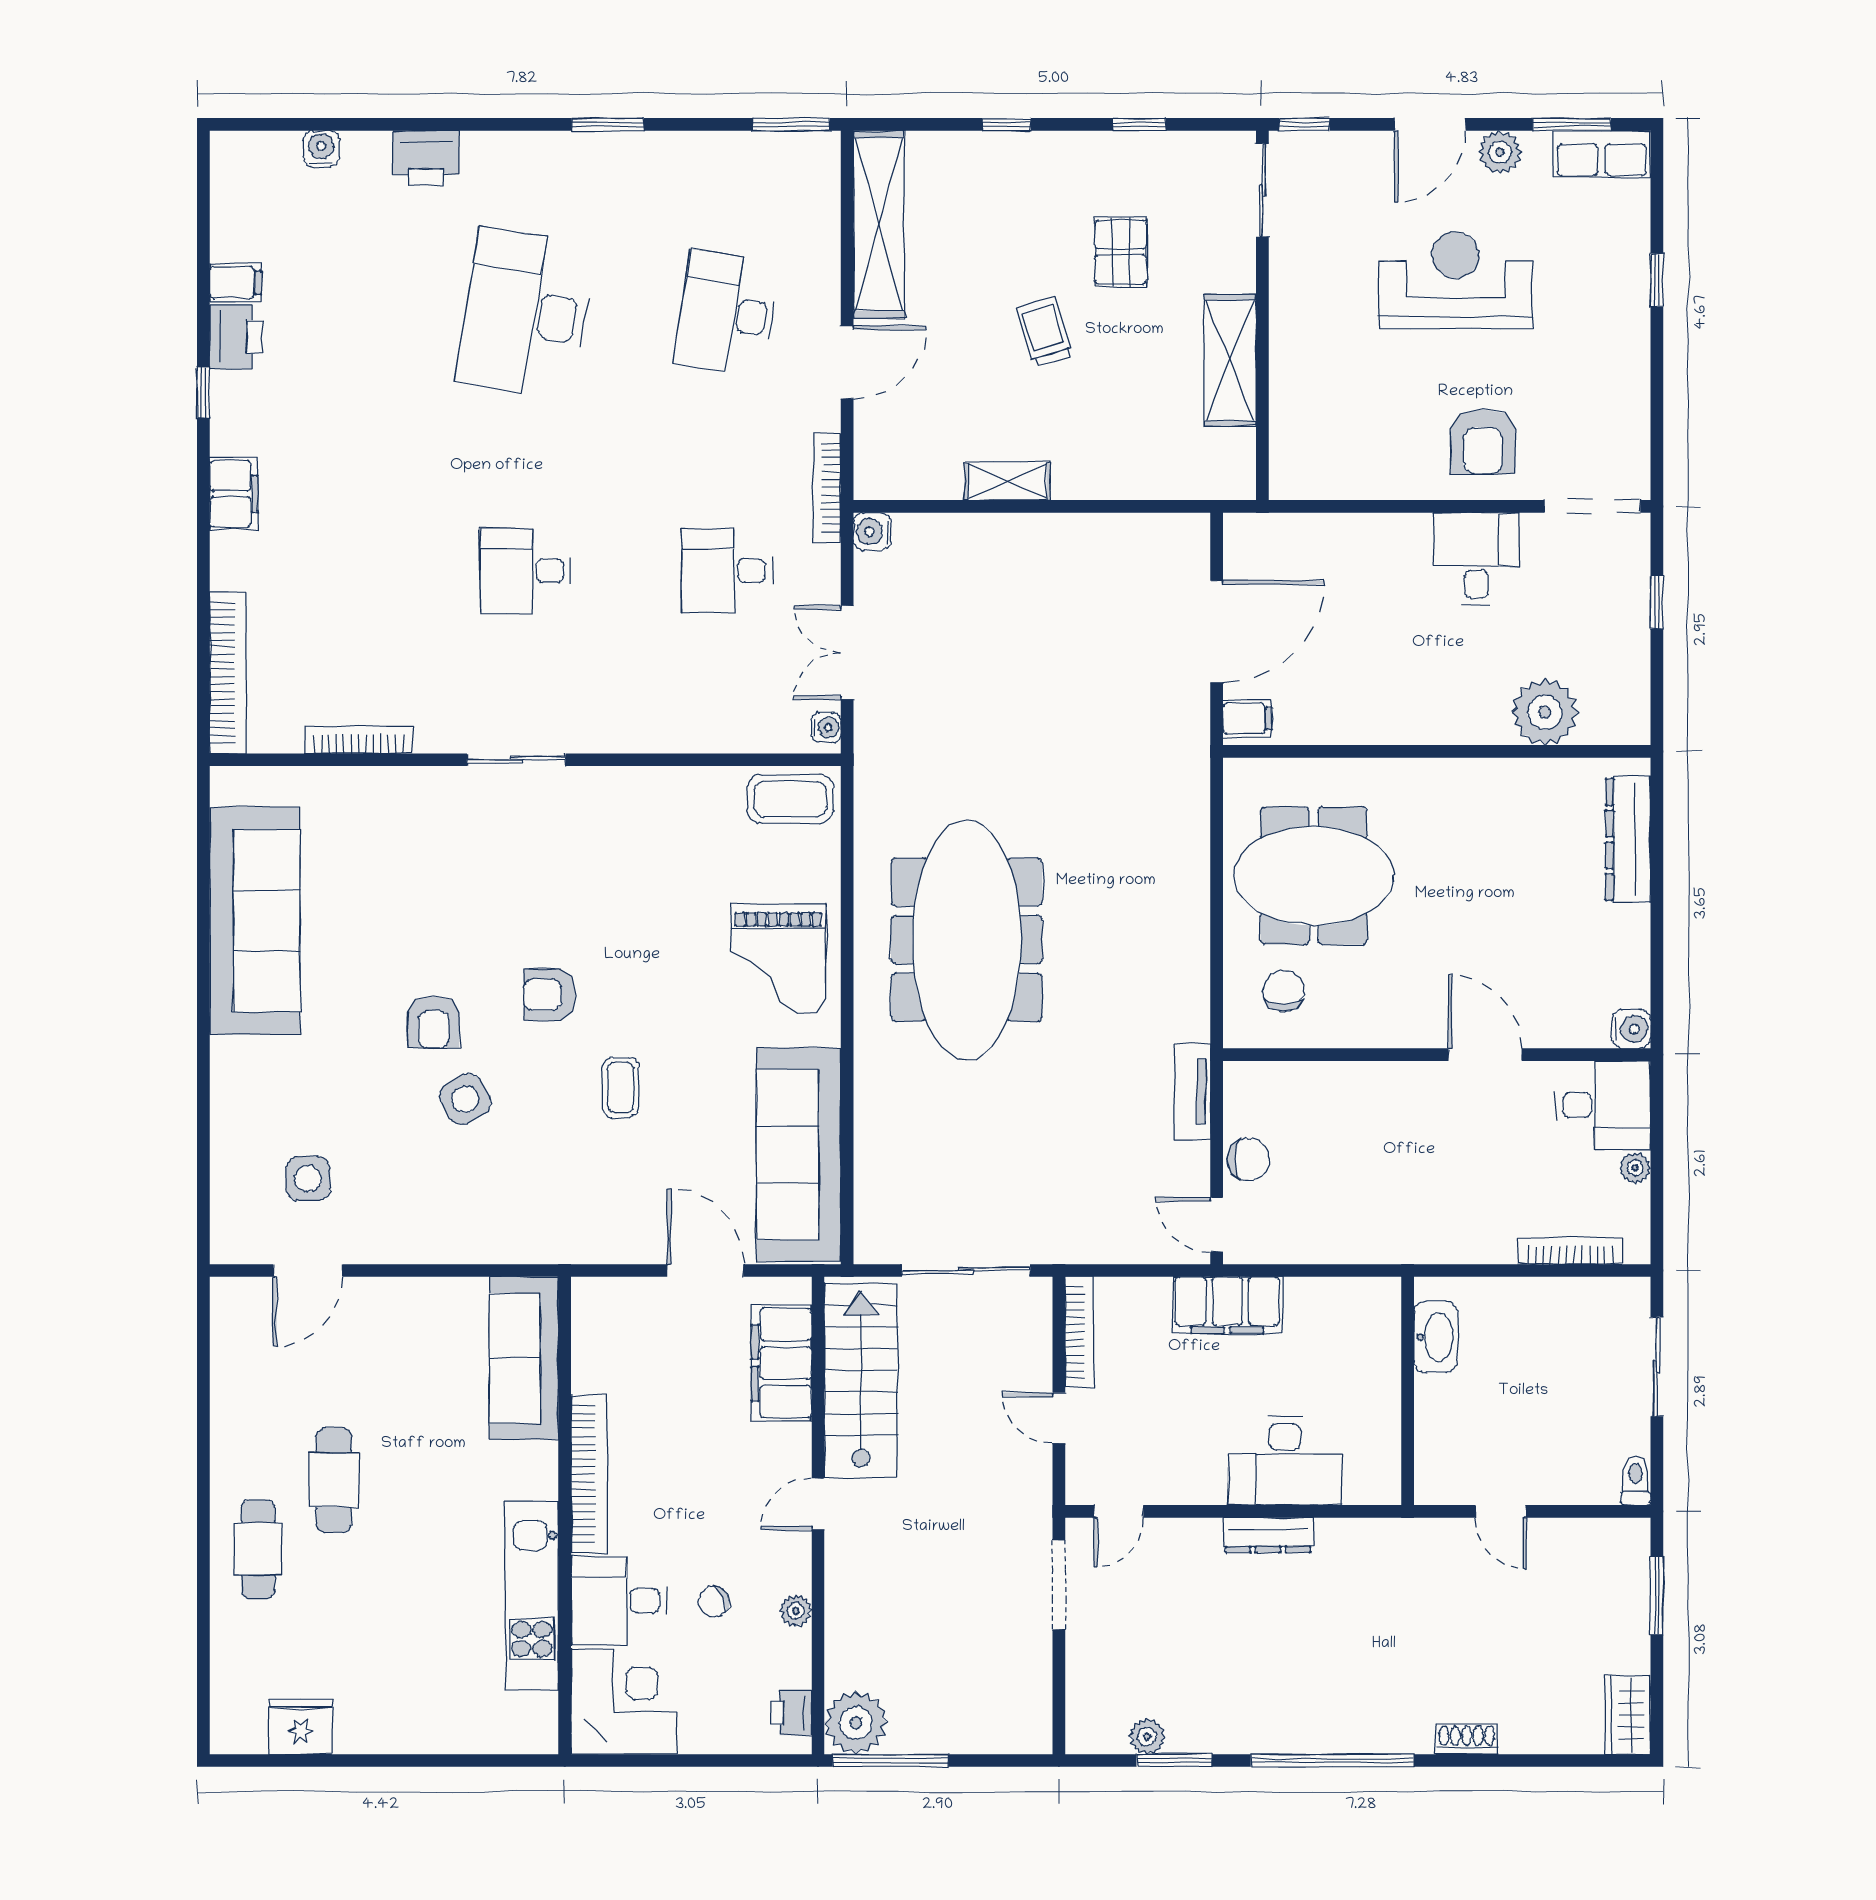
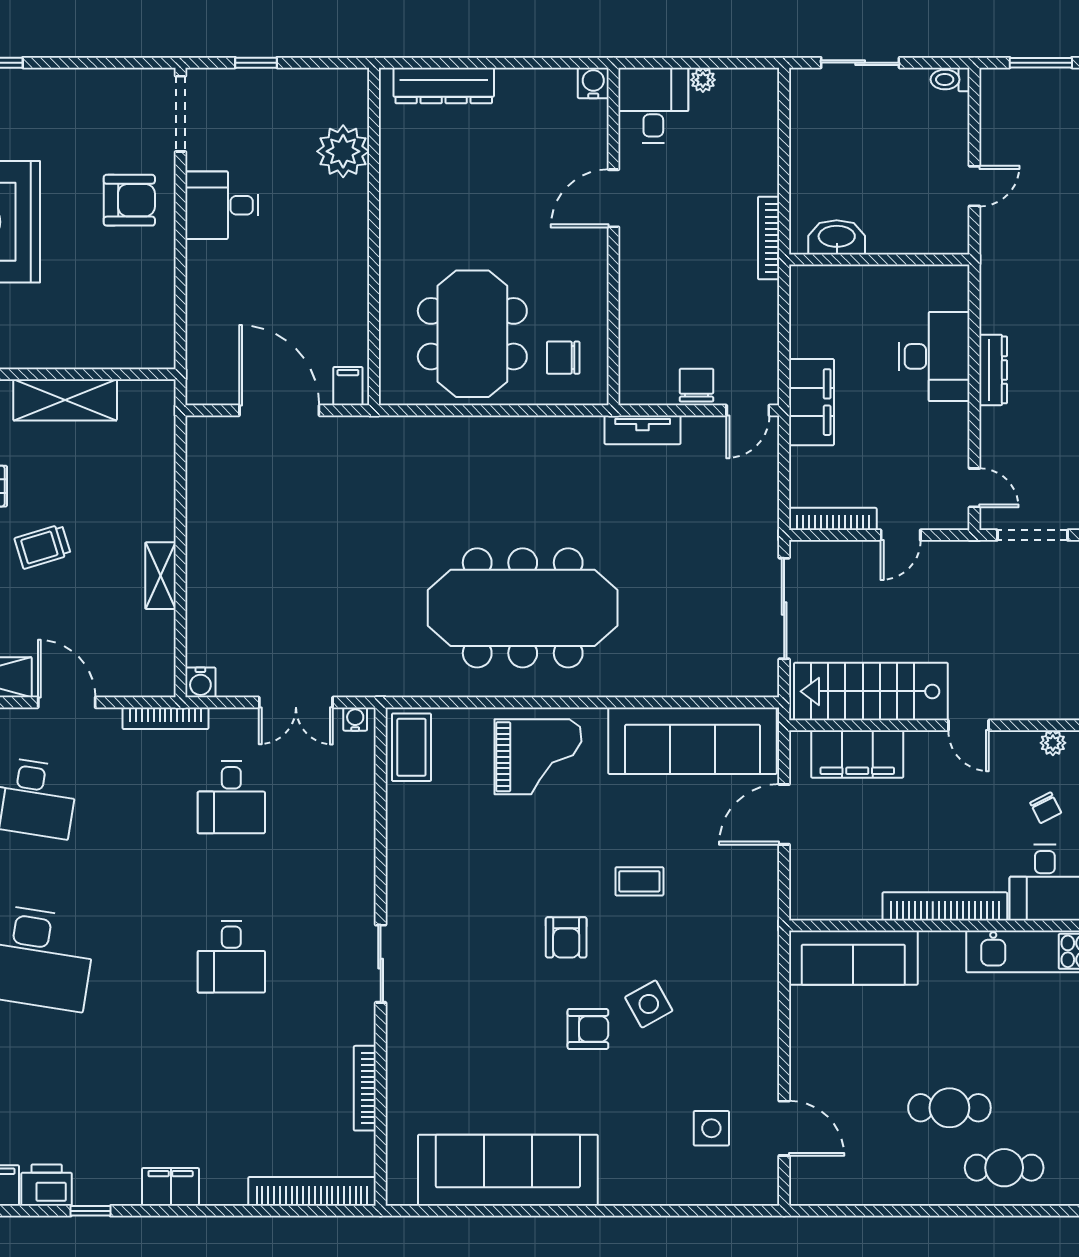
bookcase: (1570, 1251) -> (769, 238), moved

